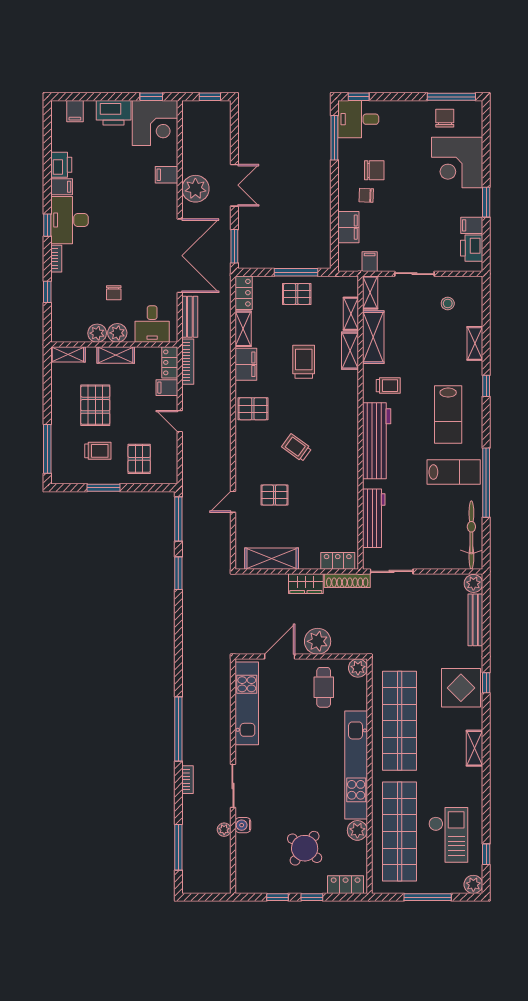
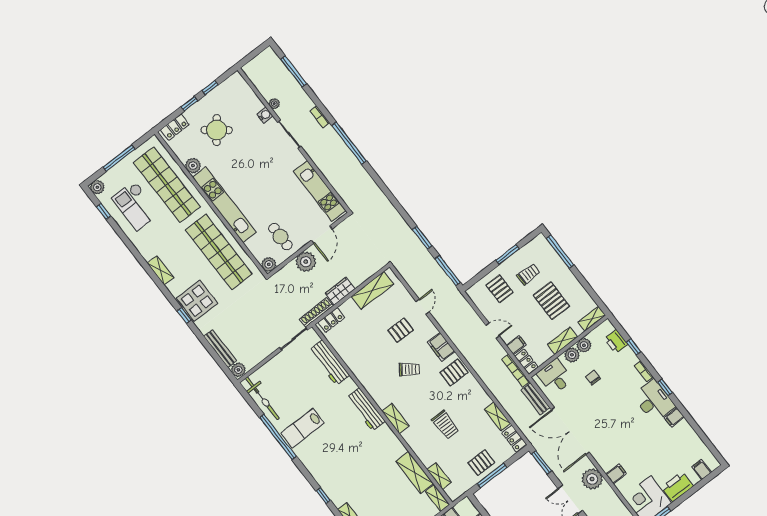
printer: (61, 165) -> (616, 342), moved
shelving: (350, 351) -> (396, 418), moved
filing cabinet: (246, 364) -> (441, 347), moved
trolley: (388, 386) -> (383, 450), removed
lab bench: (448, 414) -> (333, 461), removed
workbench: (377, 441) -> (366, 409), width x0.73, depth x0.76
trolley: (98, 451) -> (528, 274), turned 180

